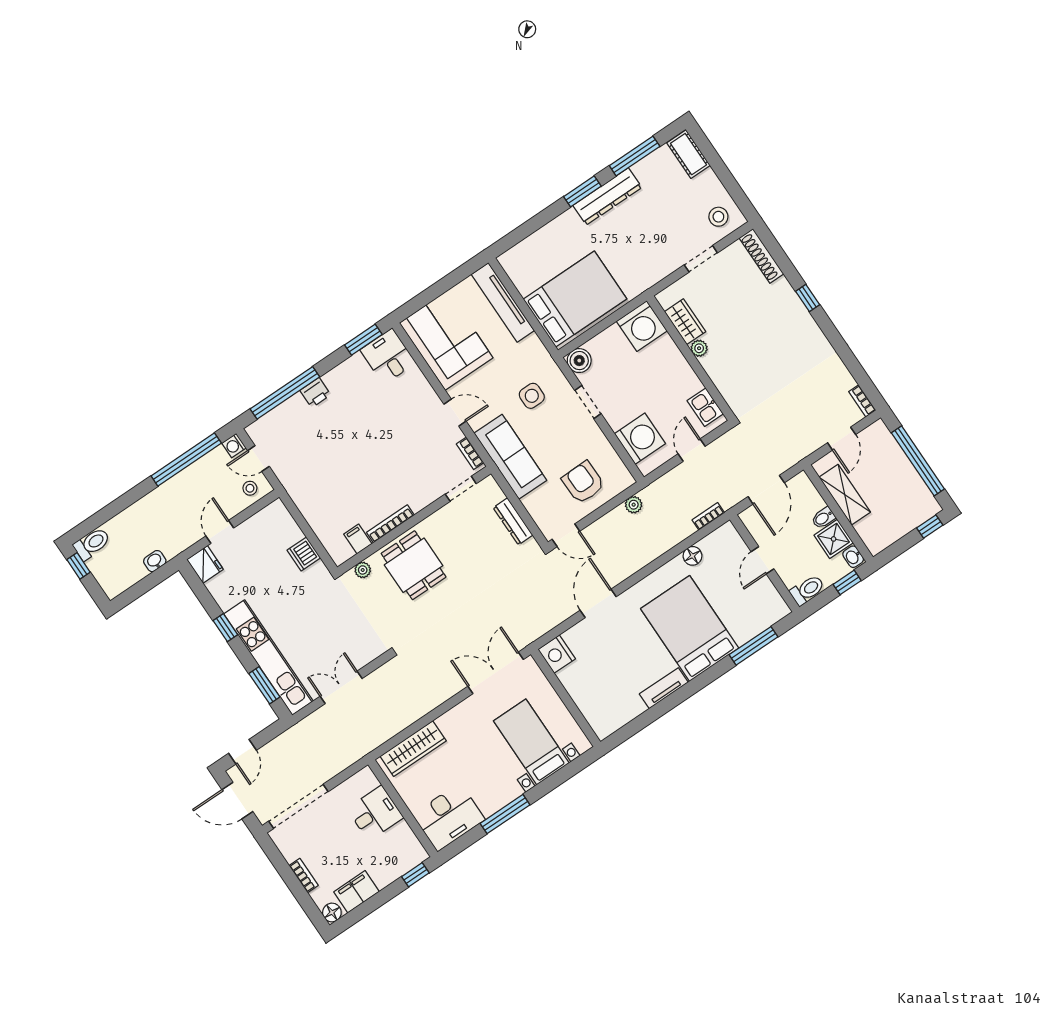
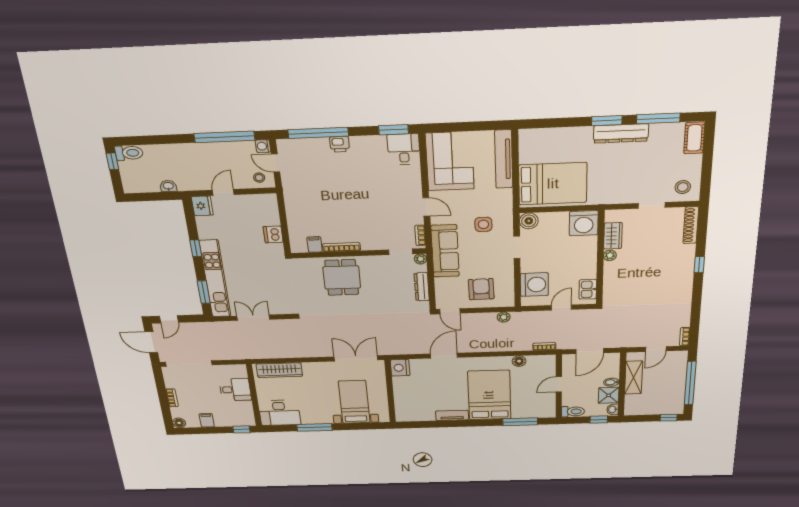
plant: (363, 570) -> (420, 259), moved
filing cabinet: (356, 892) -> (207, 420), width x0.50

